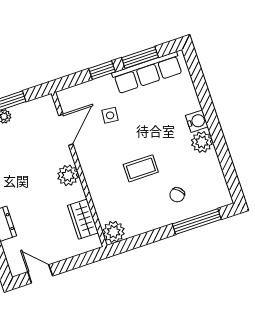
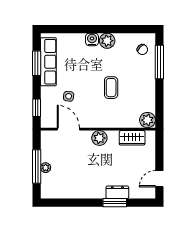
window: (102, 70) -> (37, 108), moved
chair: (177, 195) -> (142, 50), moved

